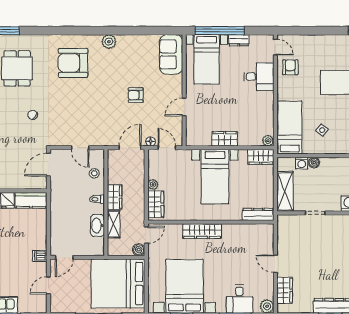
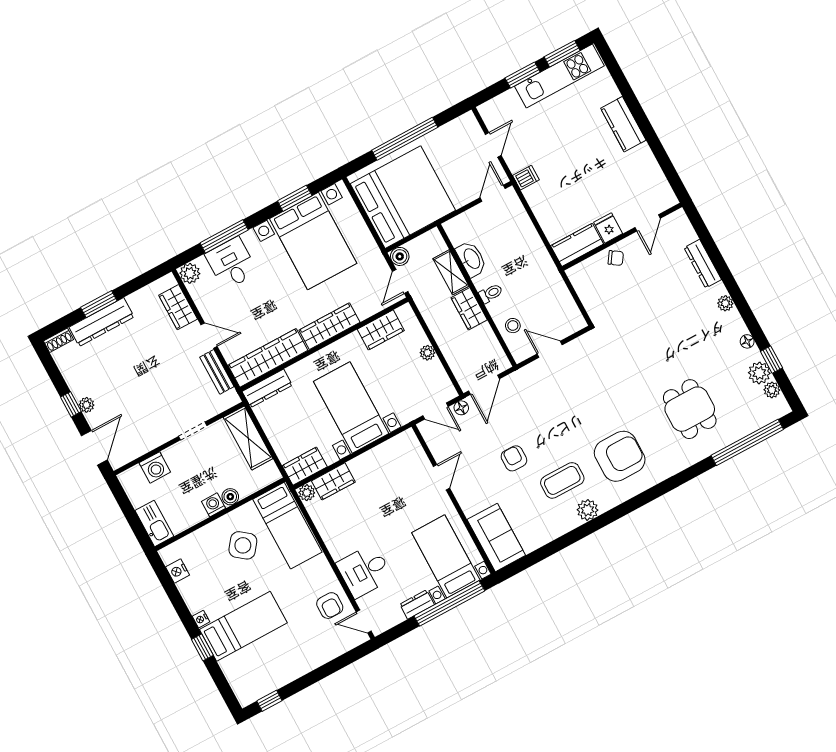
coffee table: (114, 67) -> (562, 480), added
armchair: (136, 95) -> (514, 458), turned -90
chair: (33, 115) -> (616, 258), moved
side table: (322, 130) -> (243, 545), width x1.87, depth x1.87
wardrobe: (225, 139) -> (333, 481), moved
washing machine: (302, 163) -> (213, 505), moved
door: (48, 165) -> (580, 304), removed
wardrobe: (156, 204) -> (381, 330), moved, turned -90
wardrobe: (248, 232) -> (268, 358), added
bench: (282, 240) -> (217, 372), added

